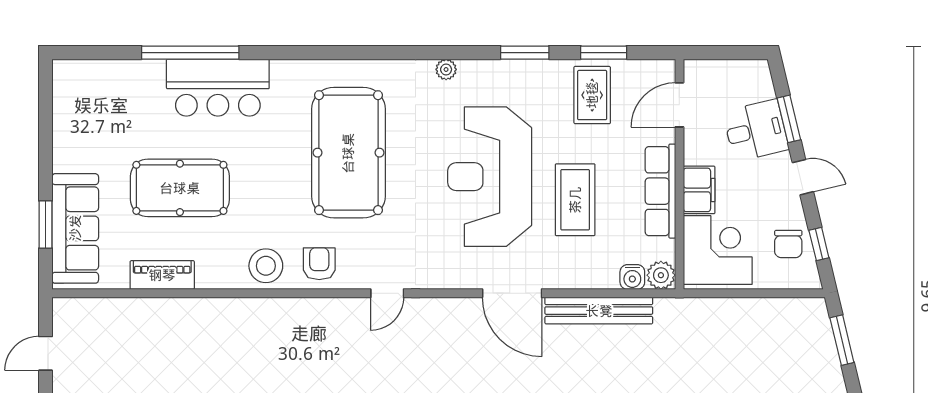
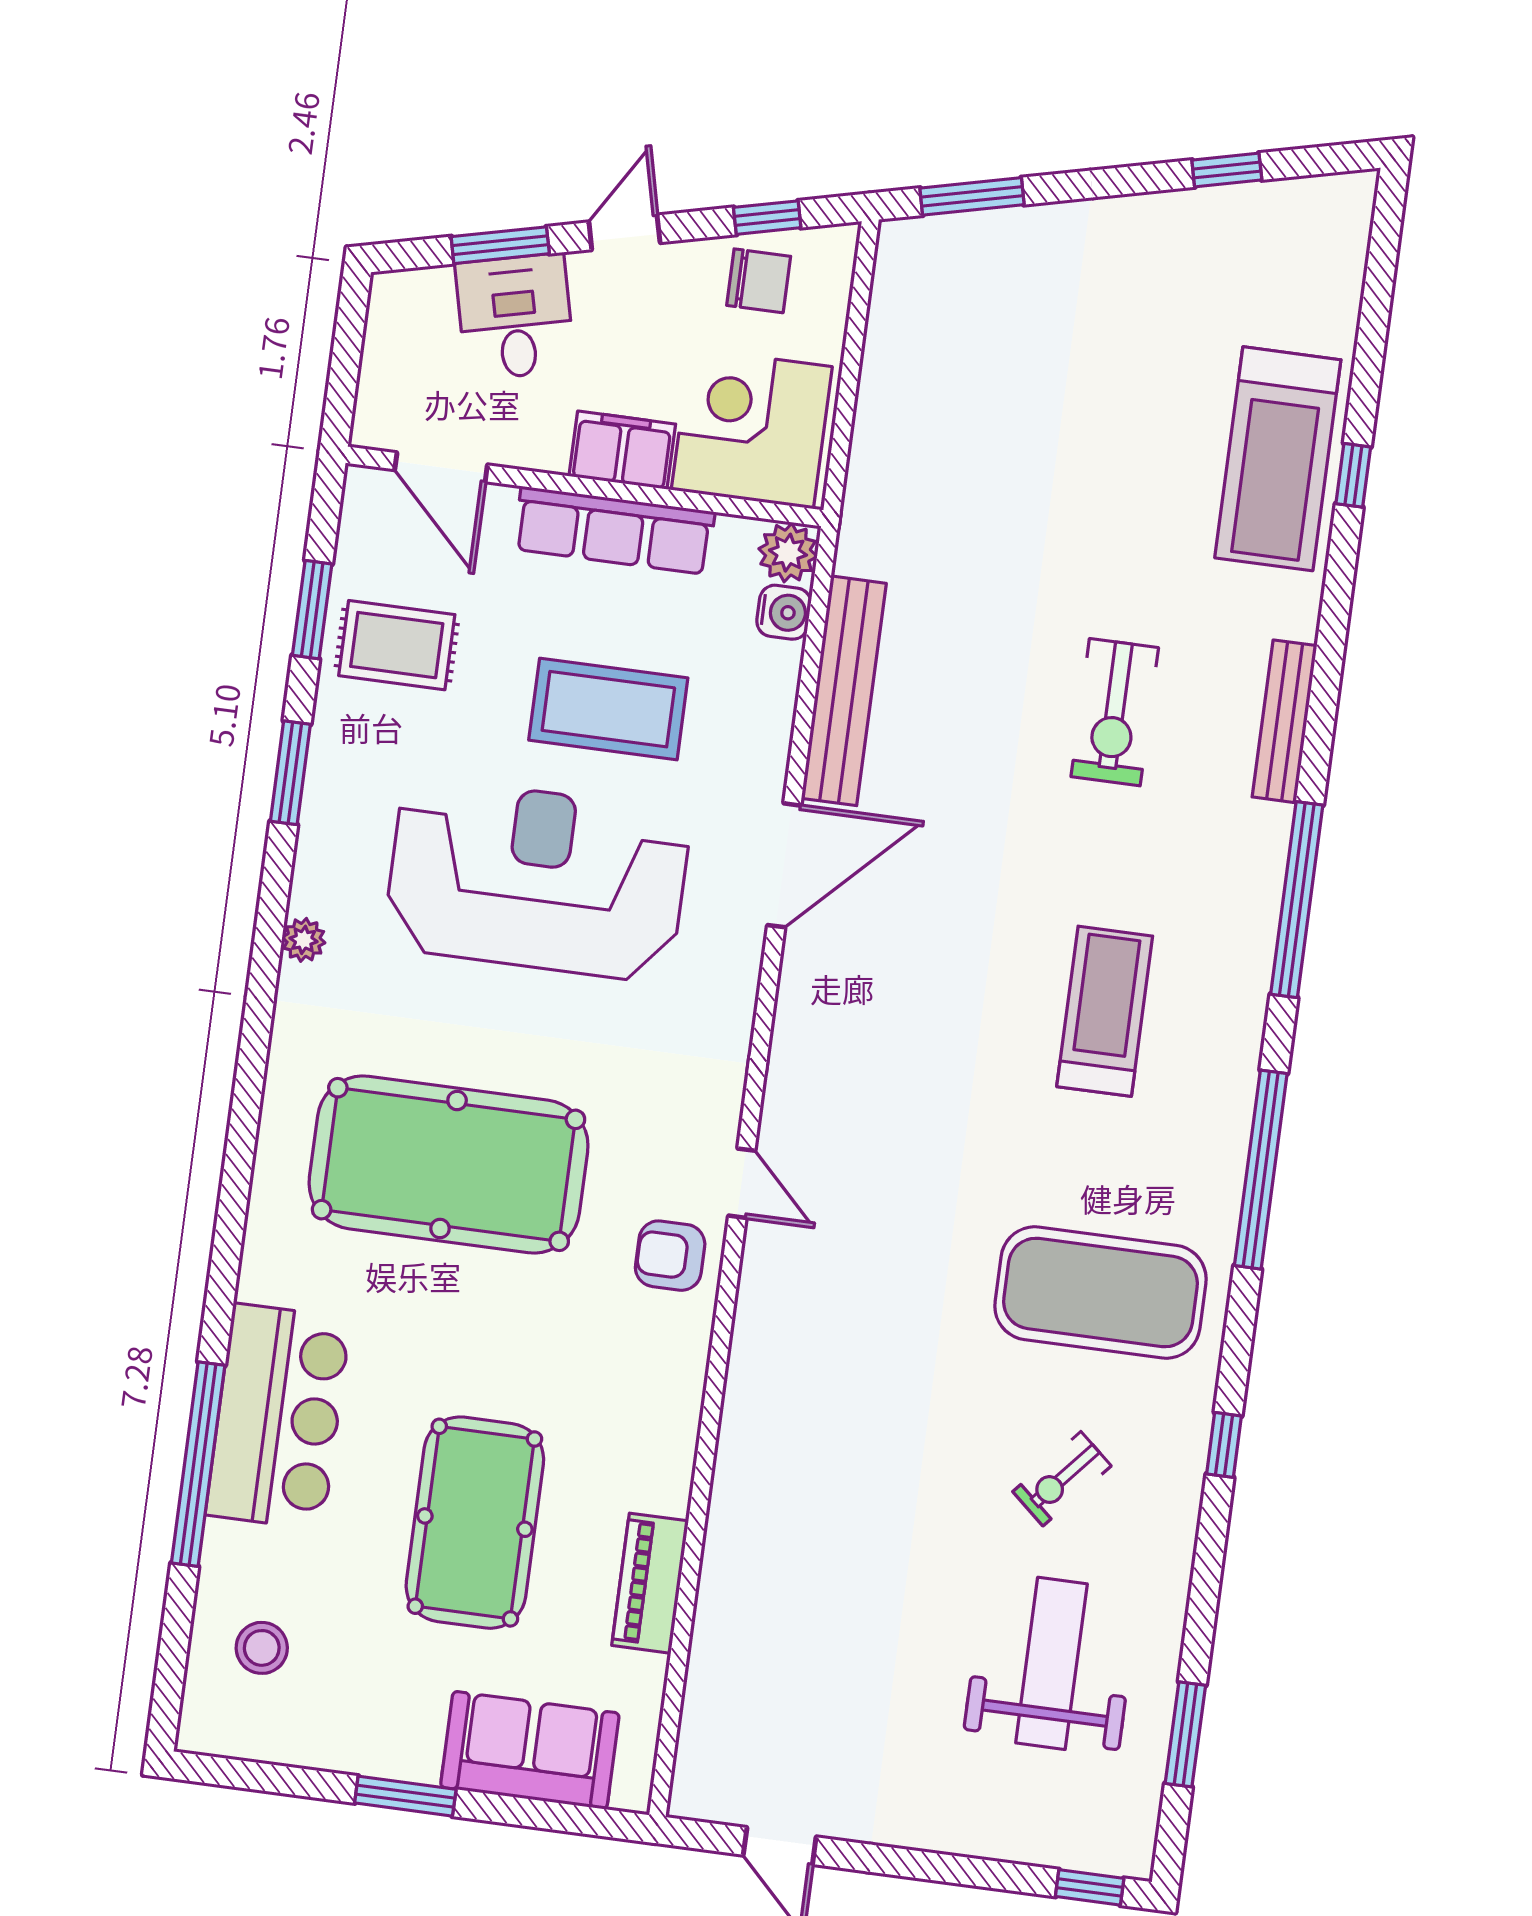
reception desk: (490, 177) -> (537, 879), turned 180
window: (45, 224) -> (405, 1796), moved
sofa: (75, 228) -> (530, 1750), width x0.73
stool: (266, 266) -> (262, 1648), moved, width x0.73, depth x0.73
door: (387, 293) -> (742, 1183), moved

